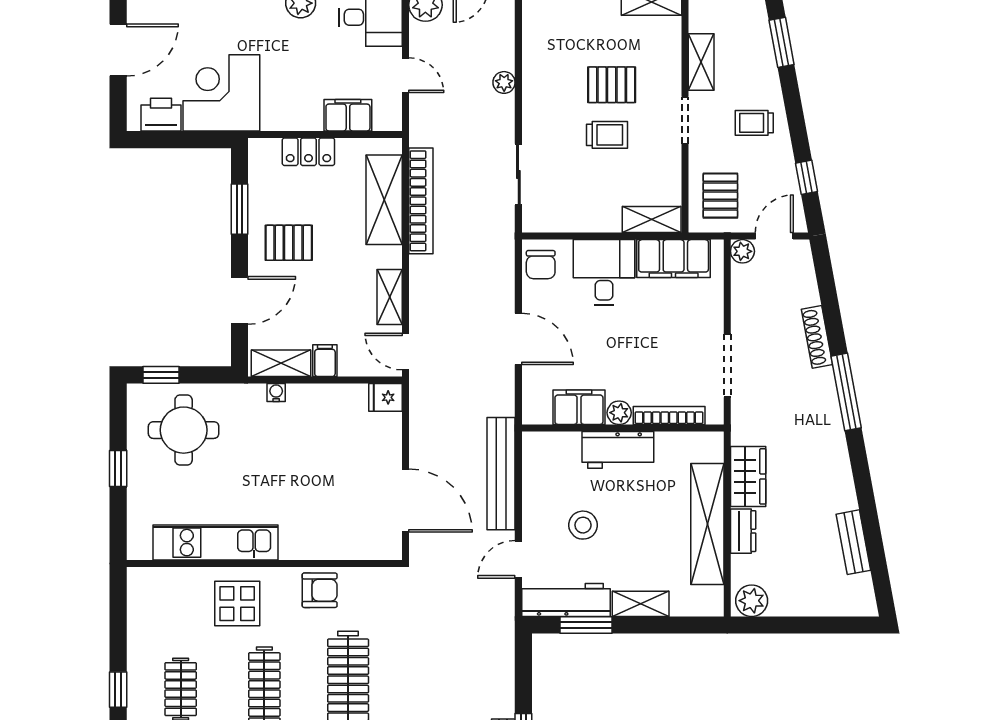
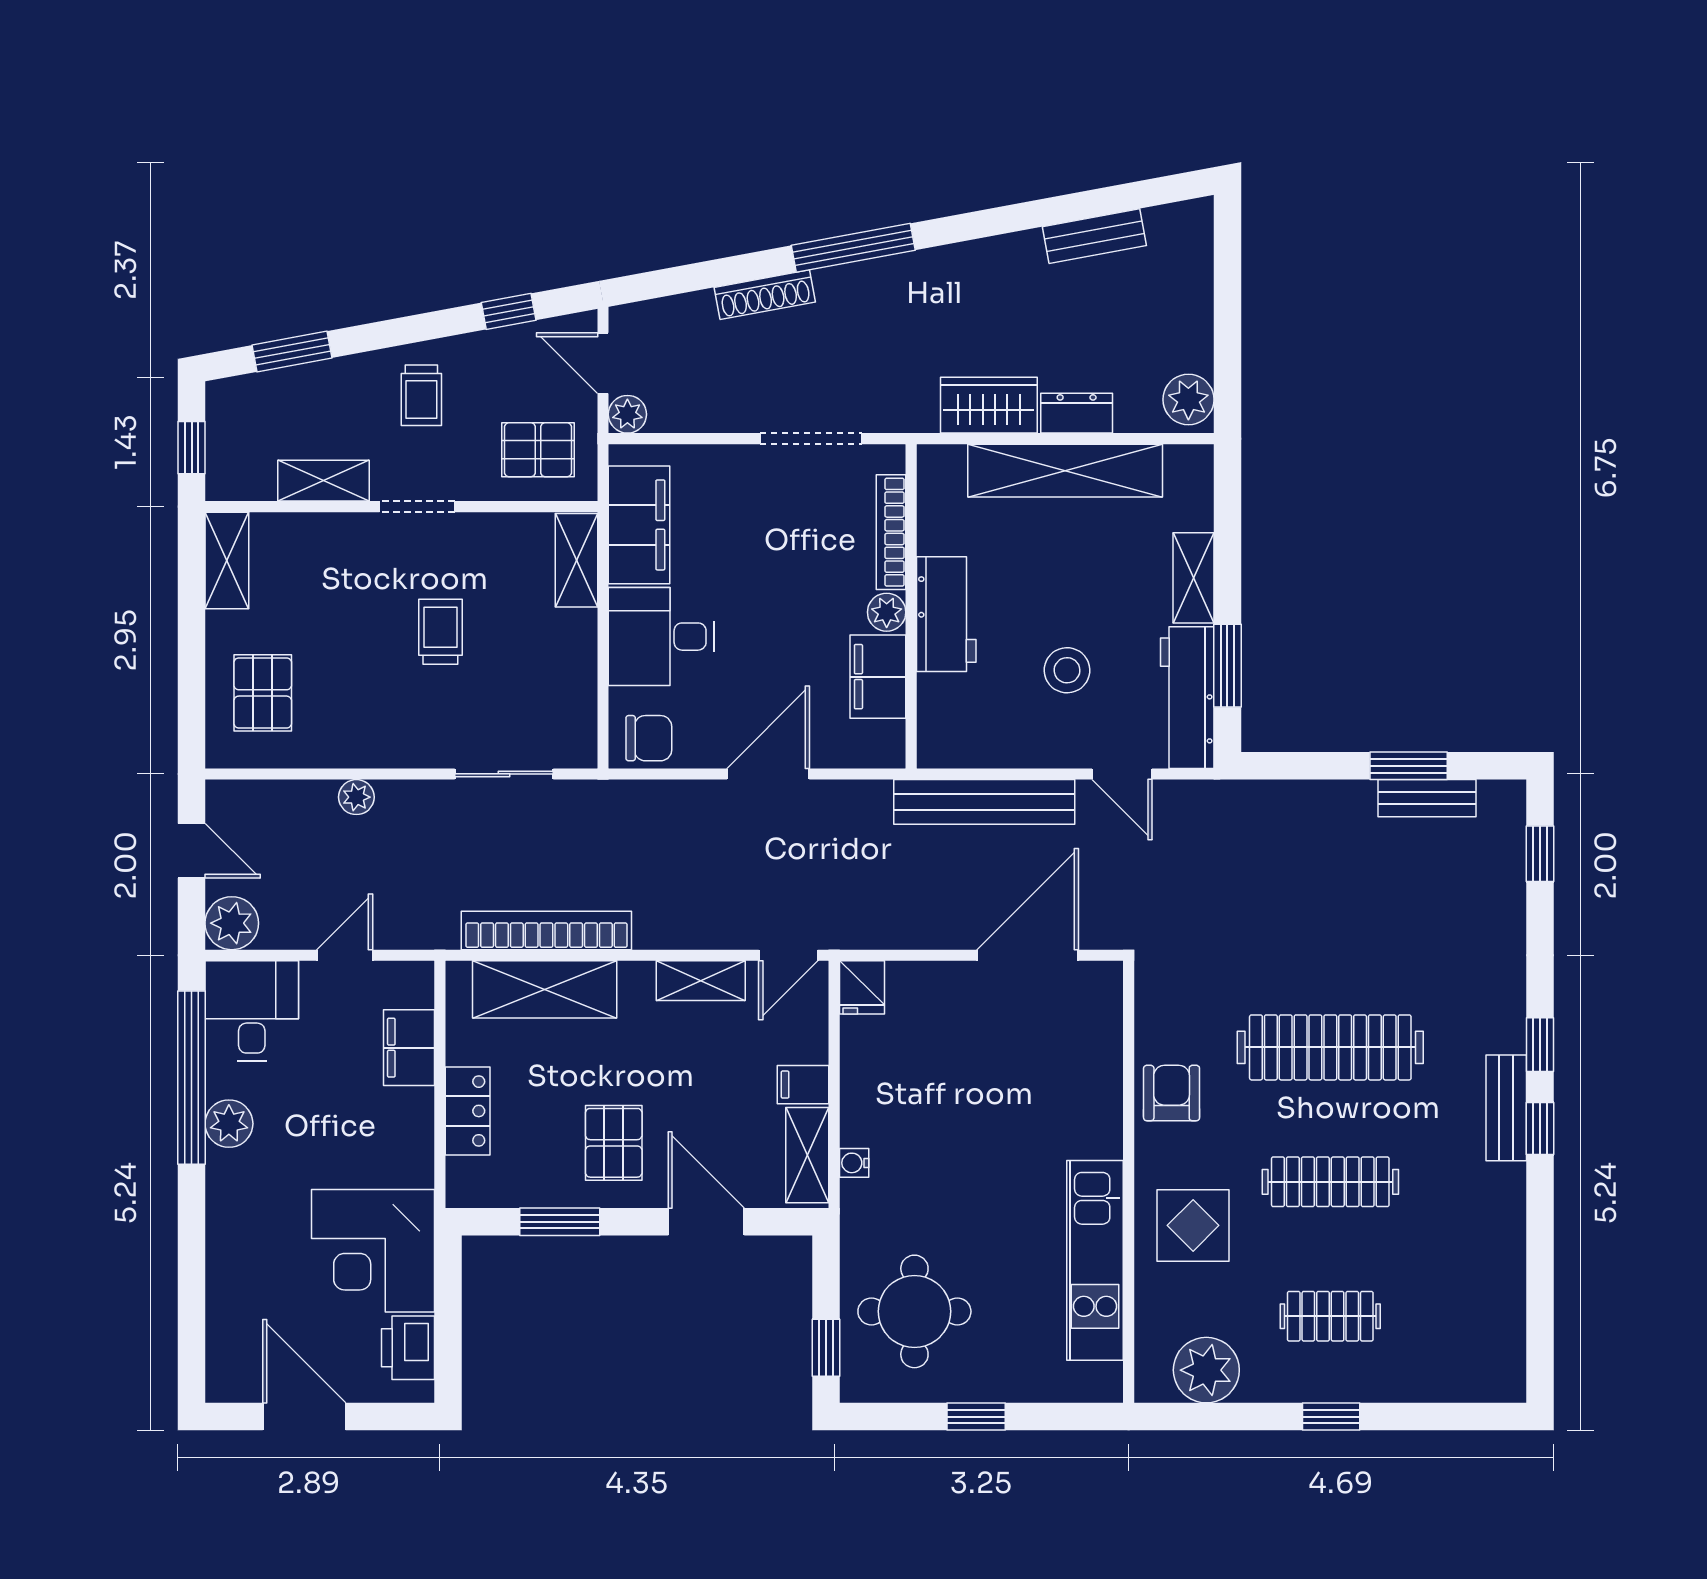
pallet: (612, 85) -> (263, 693), moved
plant: (147, 612) -> (1206, 1370), added

